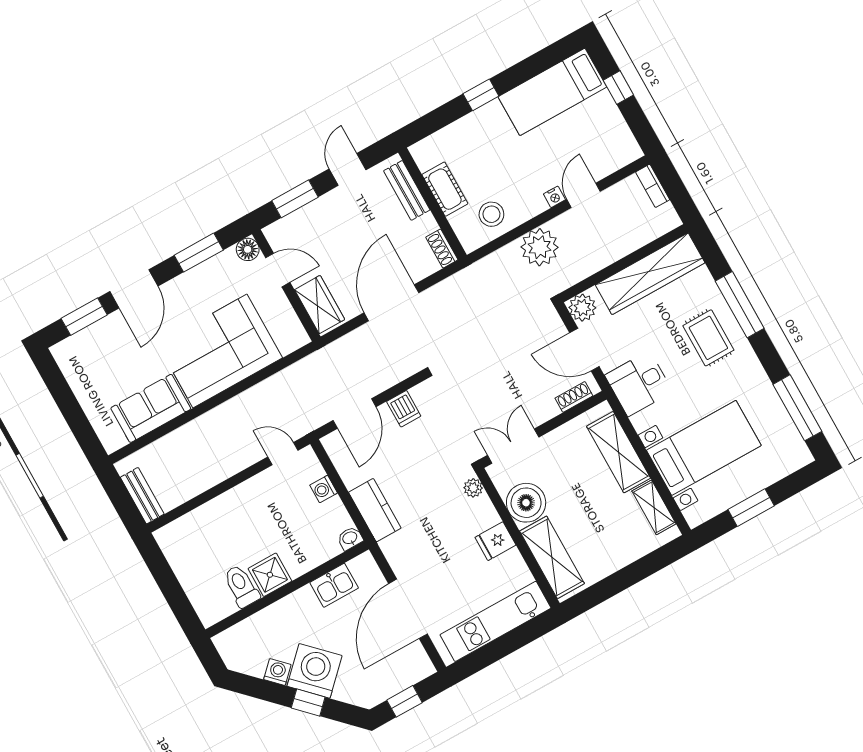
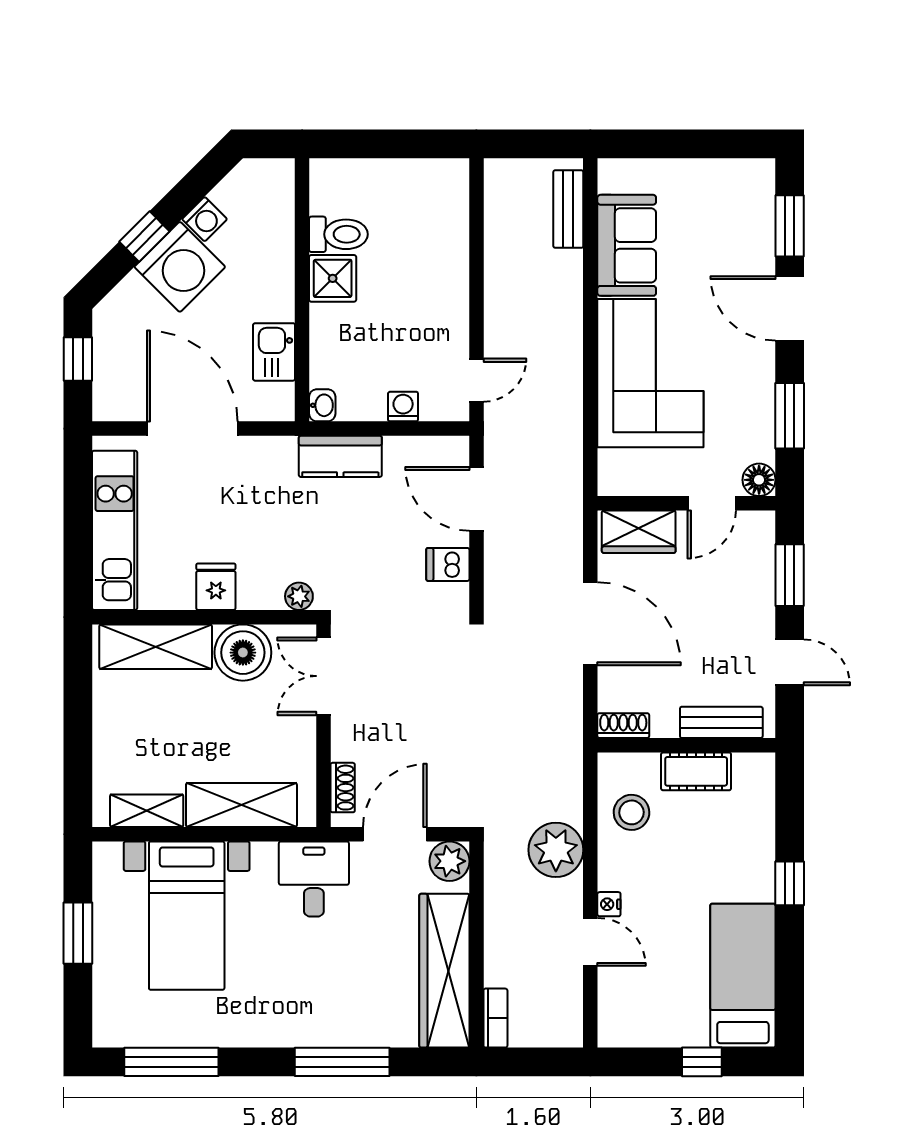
bookcase: (653, 186) -> (495, 1018), moved, turned 90
rug: (708, 338) -> (322, 999), removed
double door: (513, 446) -> (323, 676), swing flipped
bench: (142, 496) -> (568, 209), moved, turned 90

